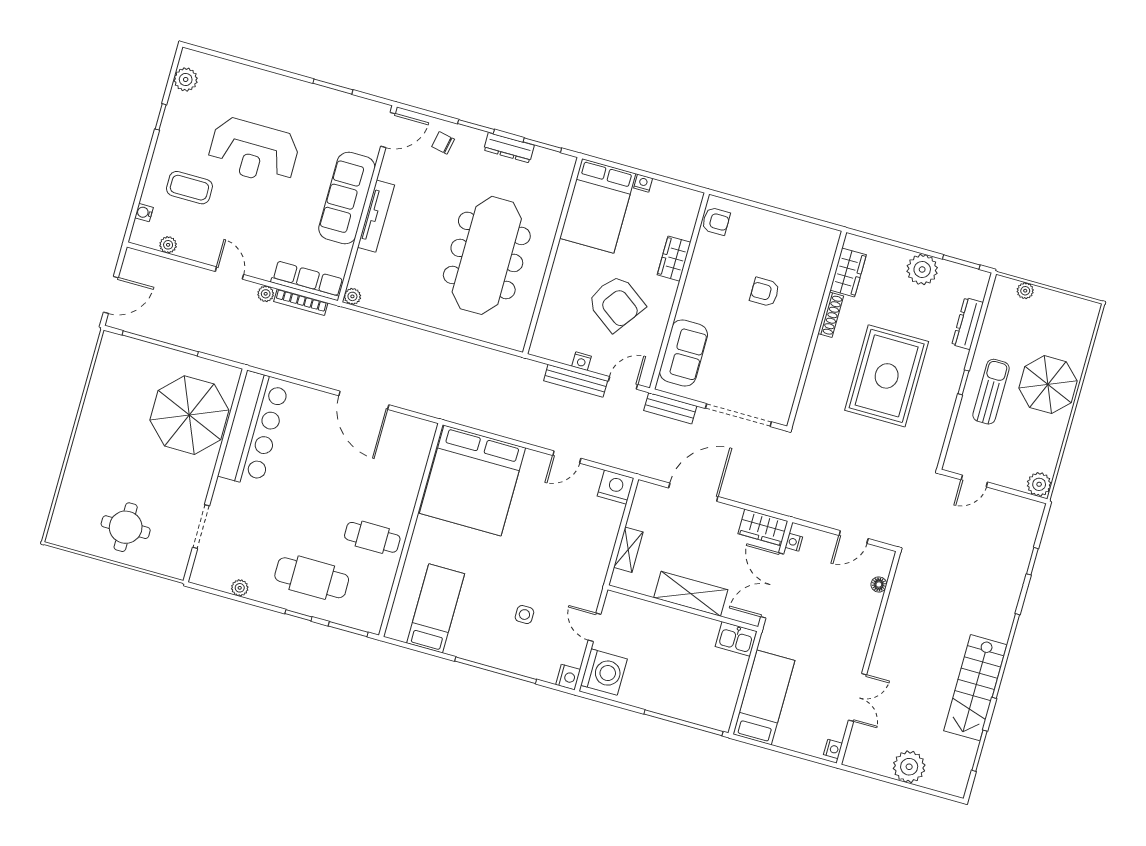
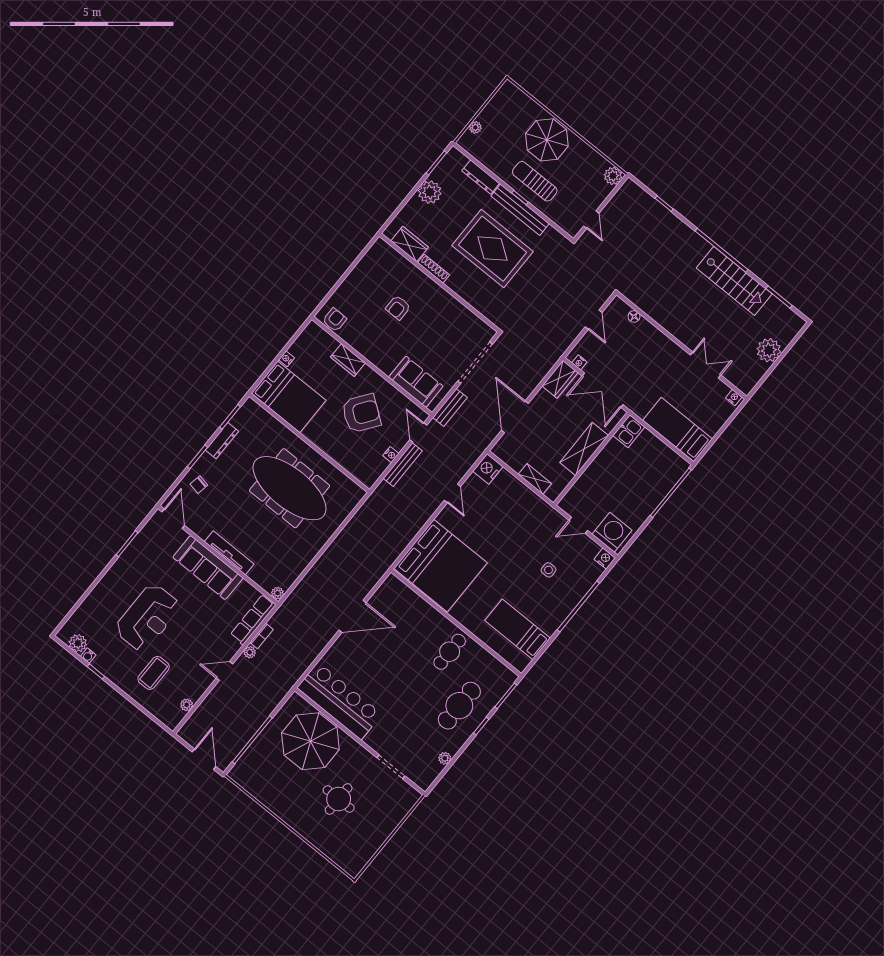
water cooler: (144, 213) -> (88, 656), moved
bookcase: (301, 302) -> (262, 636), width x0.64
bench: (949, 389) -> (520, 210), added
round table: (126, 527) -> (339, 799), moved

